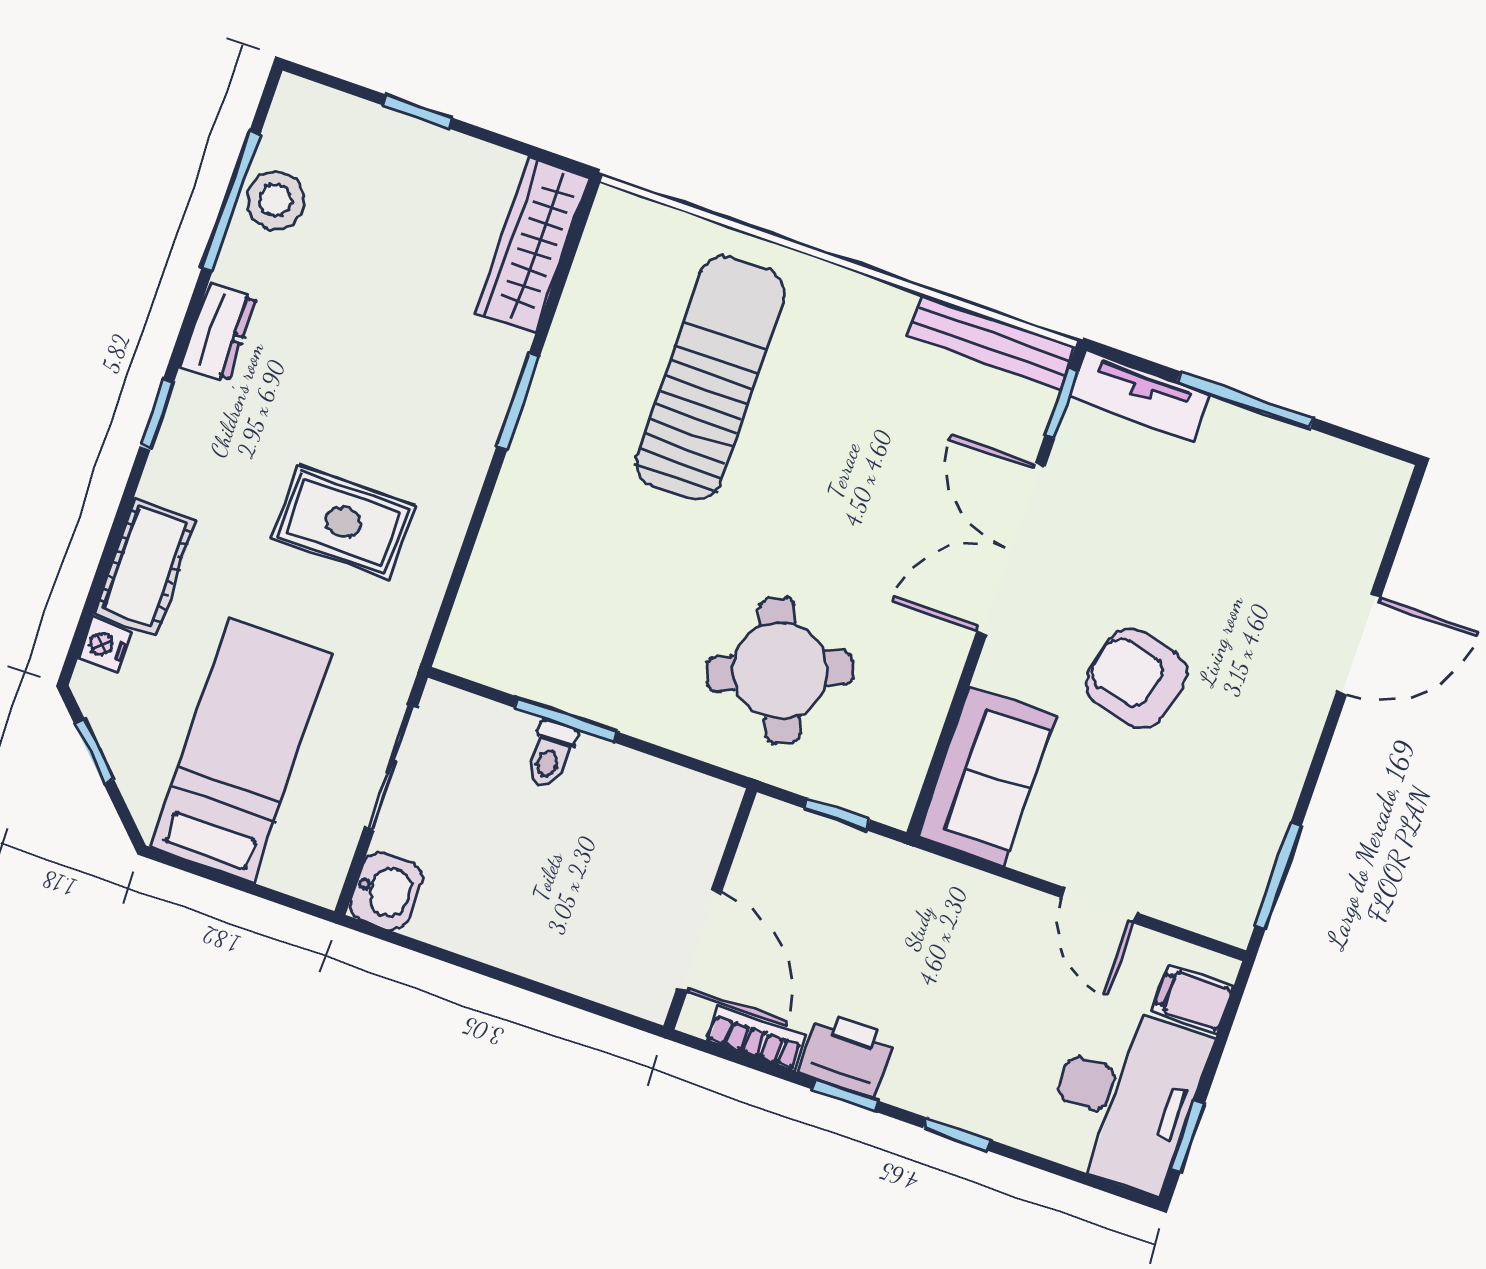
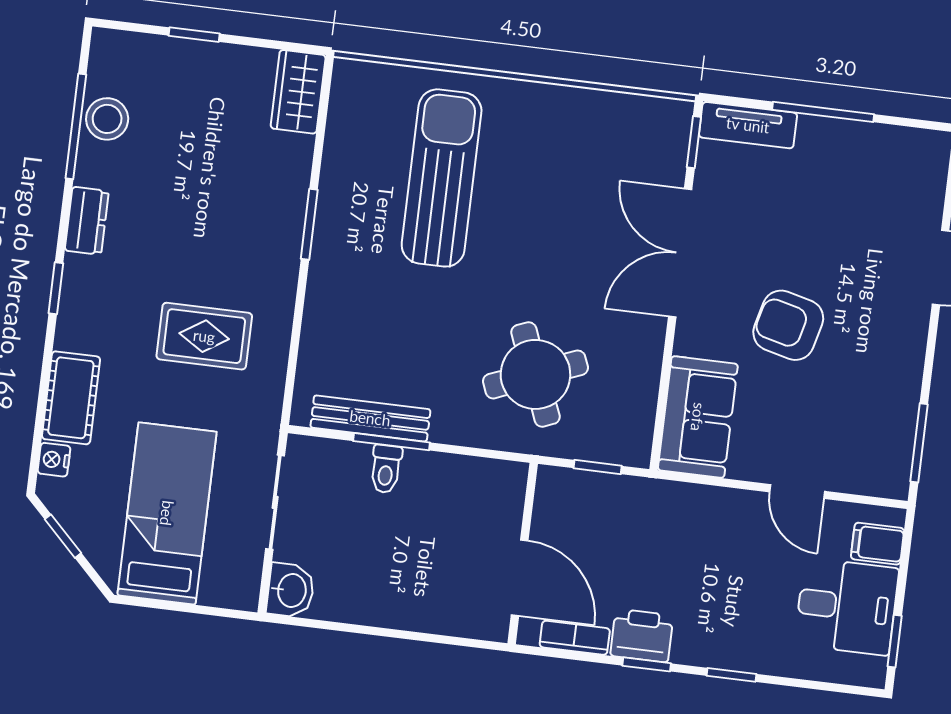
wardrobe: (533, 245) -> (298, 92), width x0.67
bench: (991, 341) -> (370, 418), moved
desk: (1125, 1097) -> (847, 607), width x0.73

